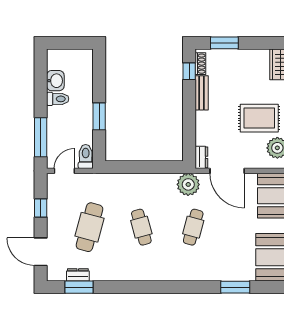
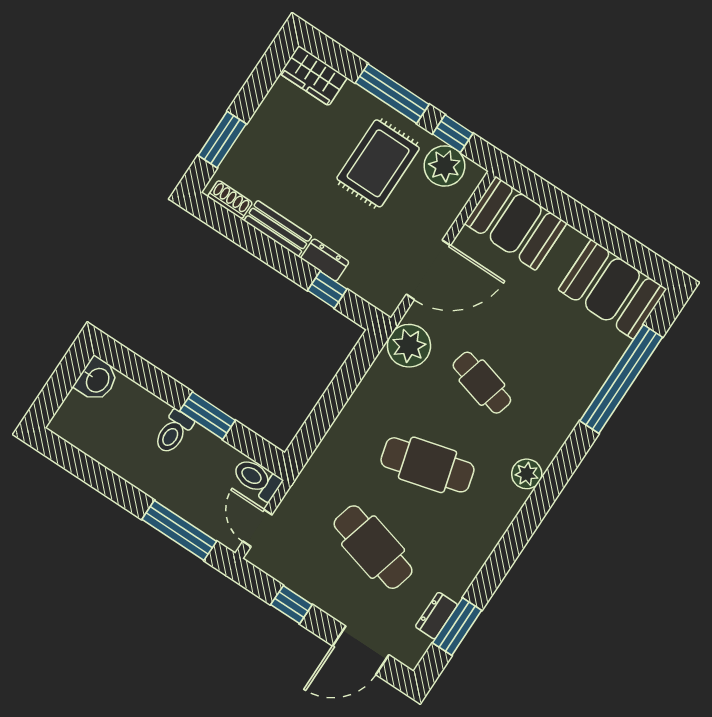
window: (189, 71) -> (327, 290), moved
washbasin: (55, 81) -> (97, 380), moved, turned 90
toilet: (58, 99) -> (173, 432), moved, turned 180
dresser: (201, 157) -> (325, 260), moved
cafe table: (141, 227) -> (427, 465), width x1.37, depth x1.35
plant: (166, 273) -> (527, 474), added
window: (235, 287) -> (621, 379), width x2.11

